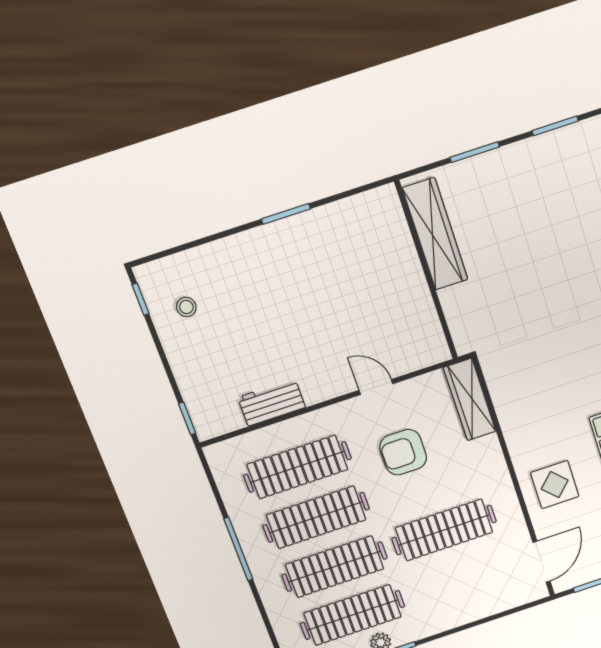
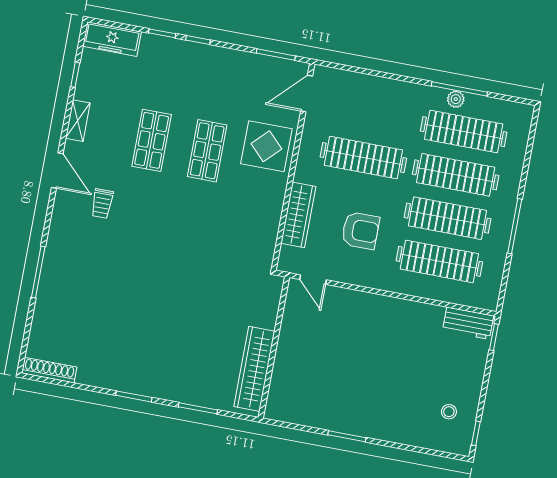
door: (376, 387) -> (313, 280), moved
wardrobe: (470, 400) -> (298, 215), moved
workbench: (272, 402) -> (468, 323), moved
display table: (555, 485) -> (266, 146), width x1.36, depth x1.36

